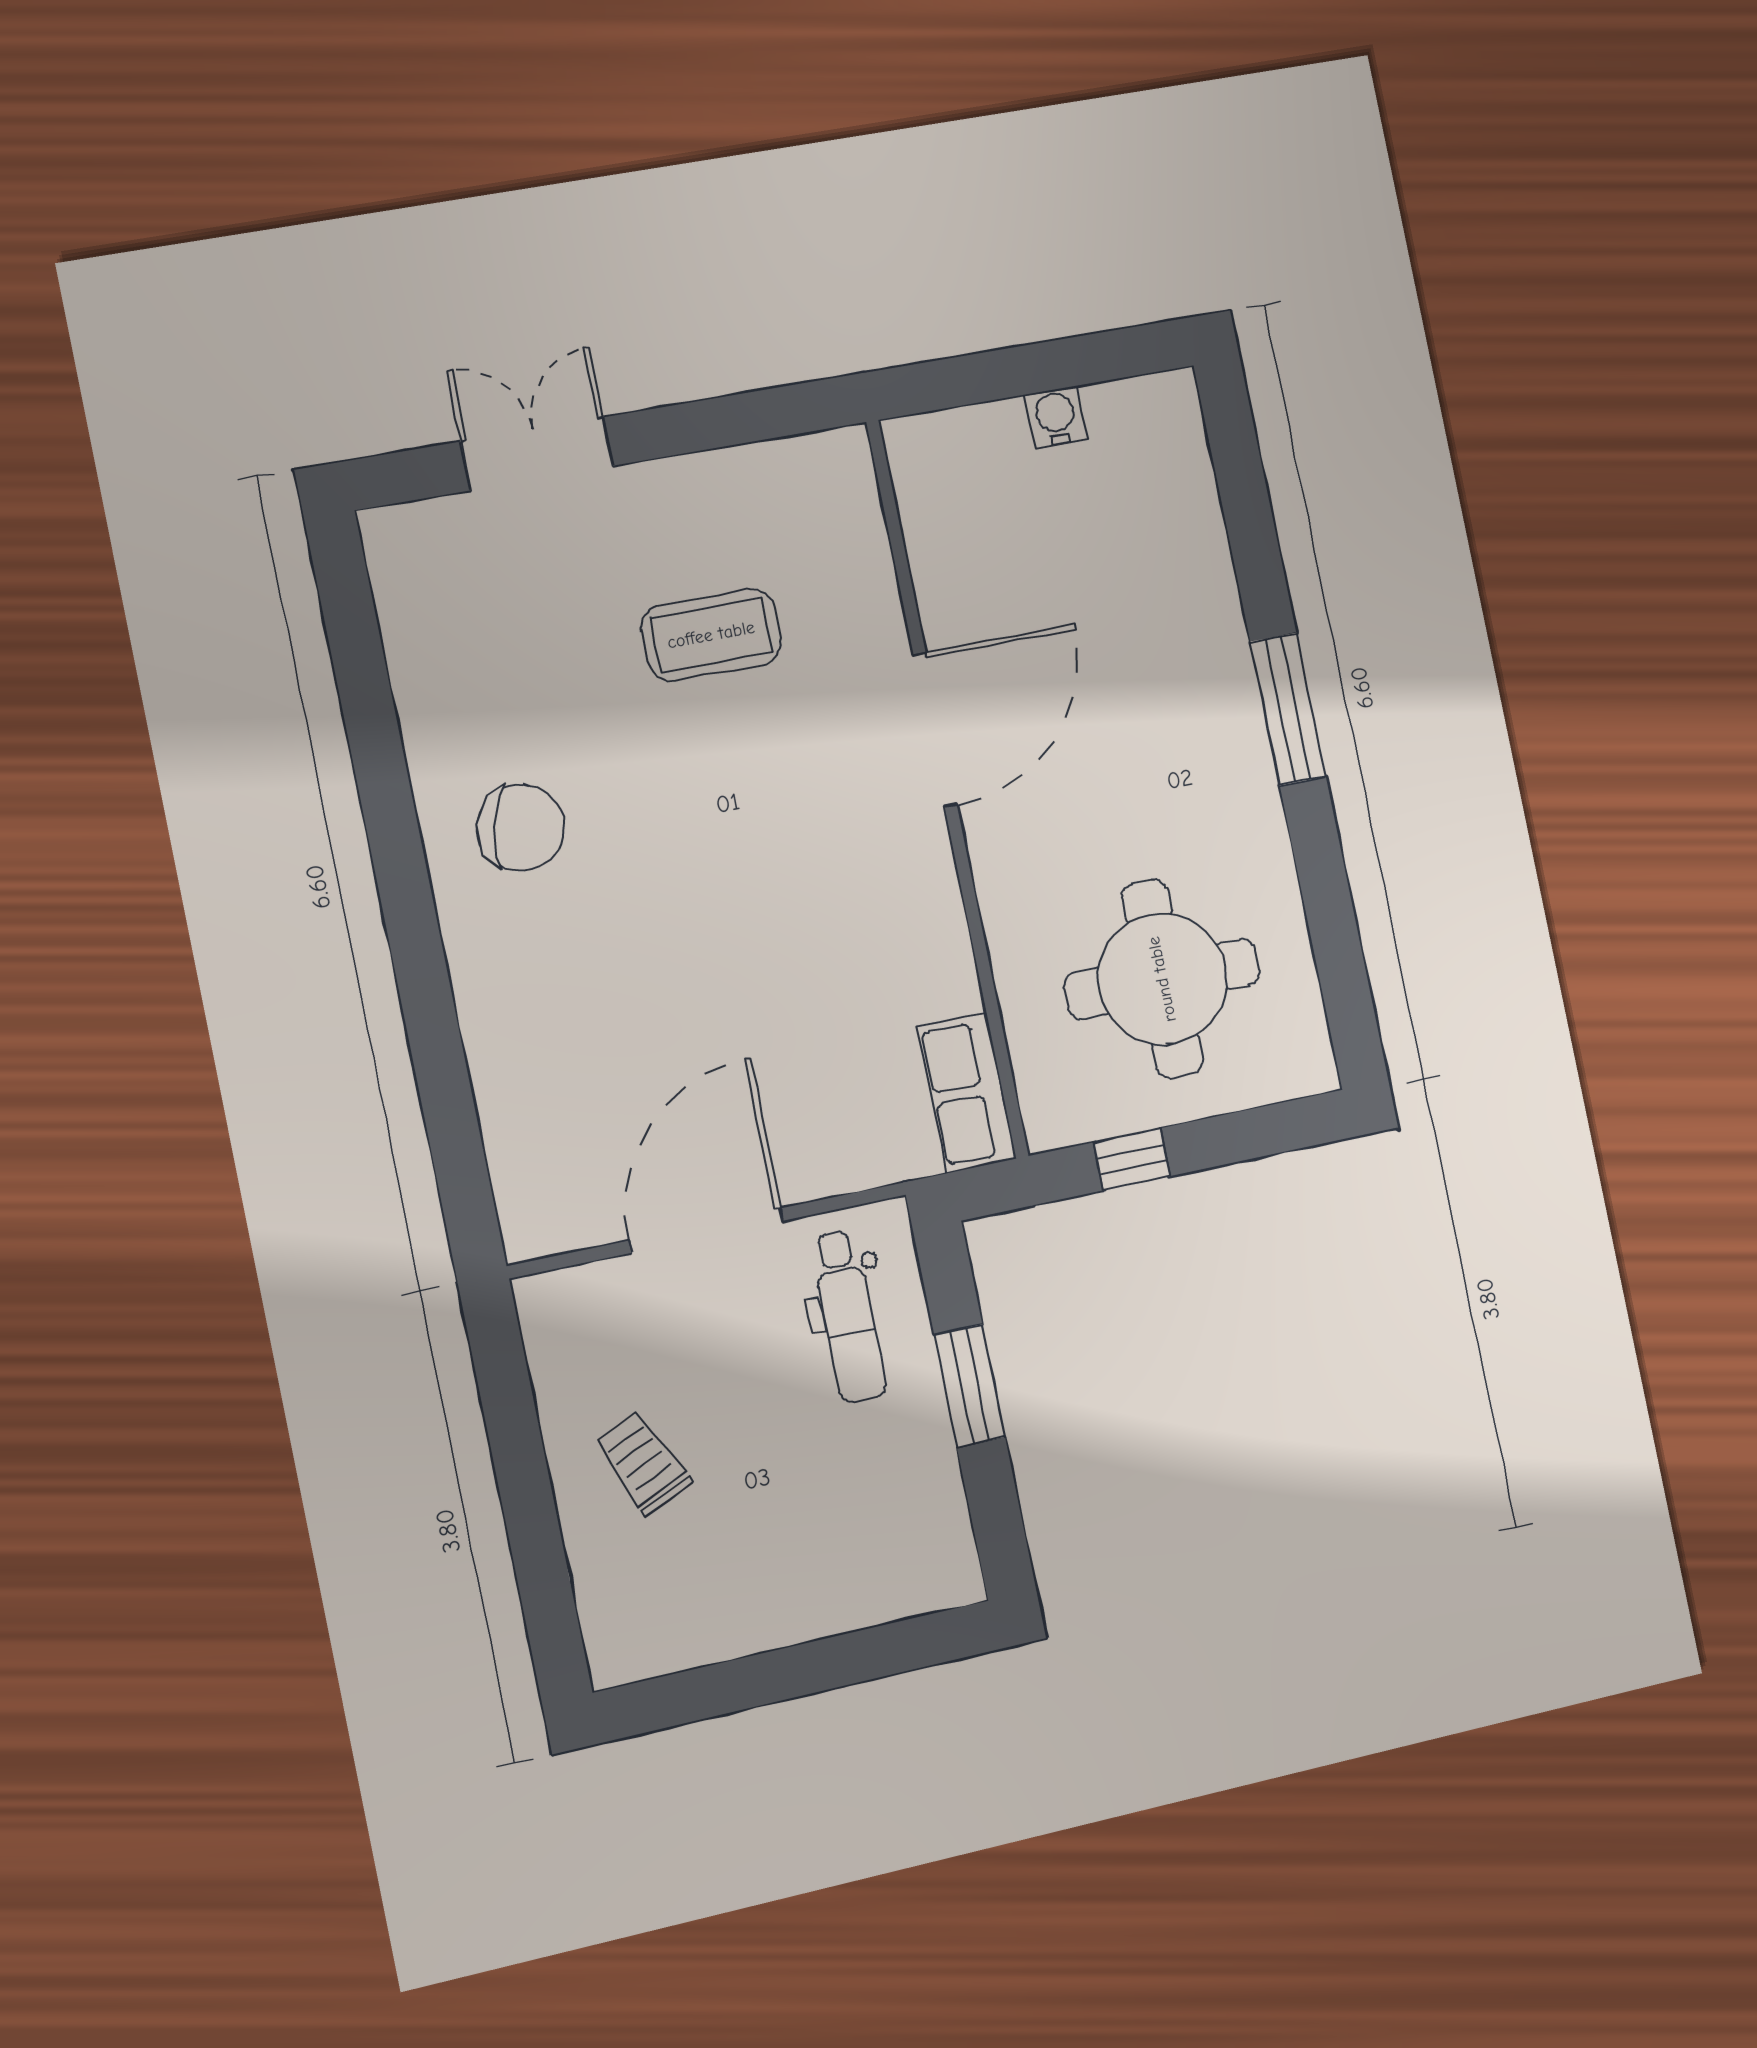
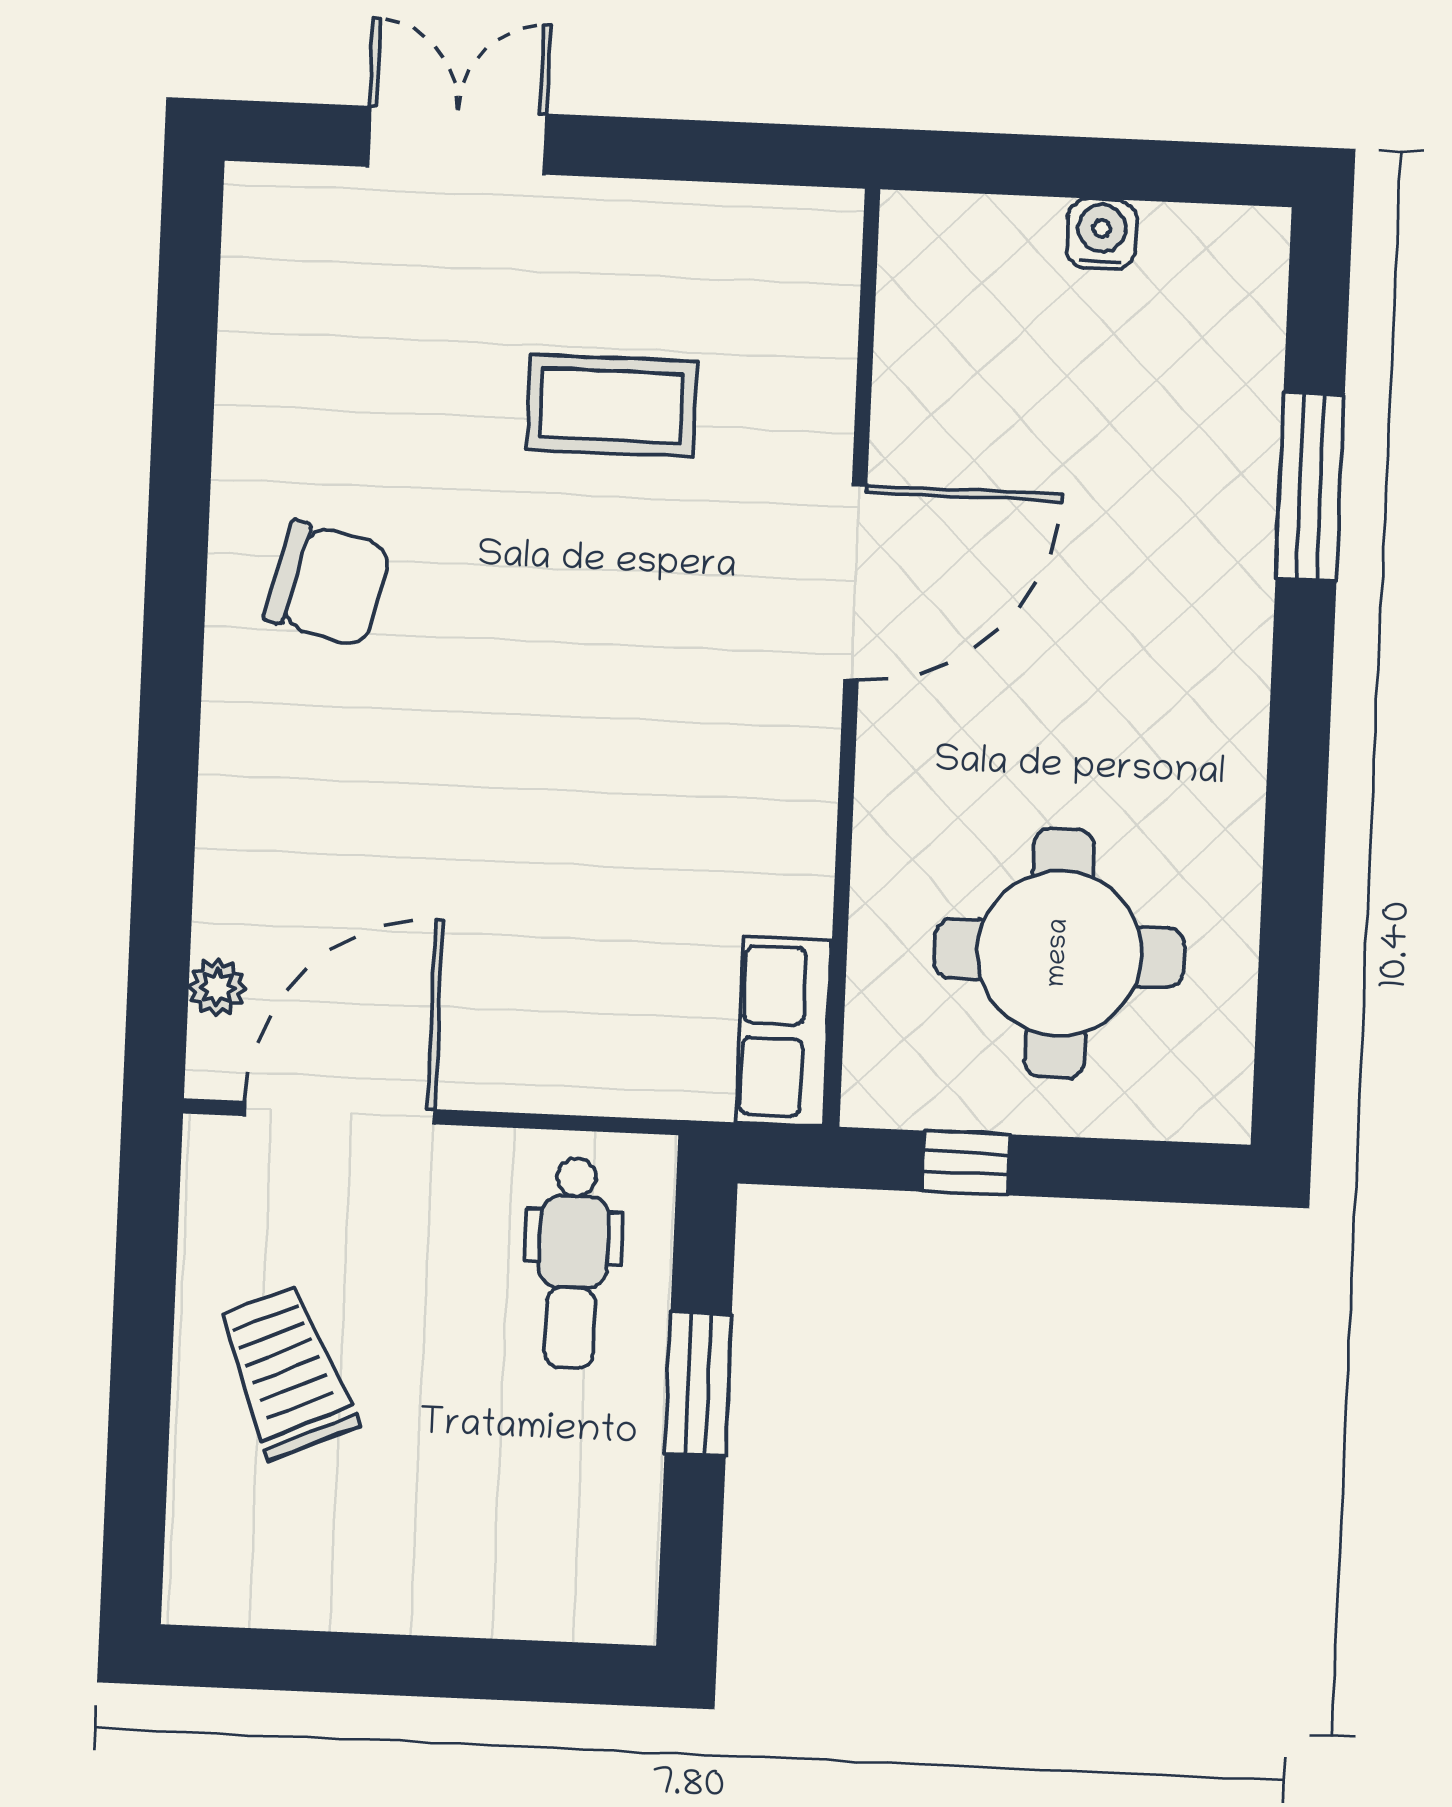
window: (1288, 709) -> (1310, 487), moved
plant: (512, 1171) -> (217, 987), added
door: (706, 1230) -> (339, 1113), moved
trolley: (643, 1463) -> (286, 1372), width x1.36, depth x1.39

